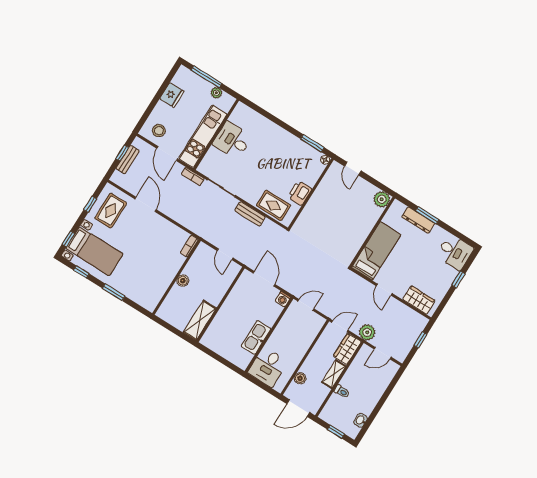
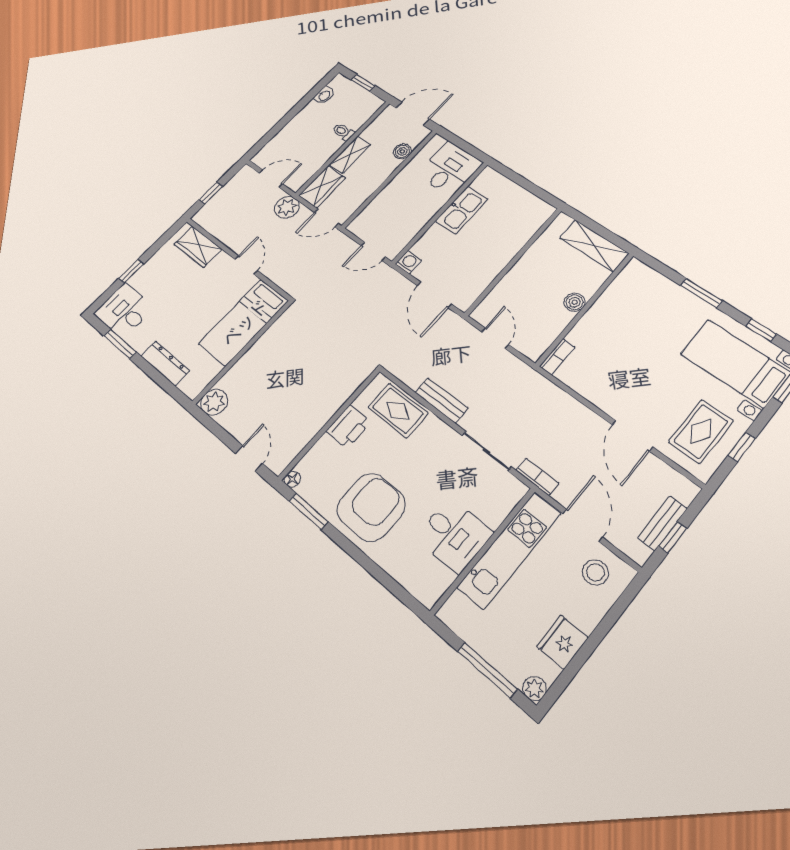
plant: (216, 93) -> (534, 688), moved
armchair: (279, 150) -> (371, 507), added
window: (427, 215) -> (120, 344), moved
shelving: (200, 320) -> (594, 246), moved, turned 90

